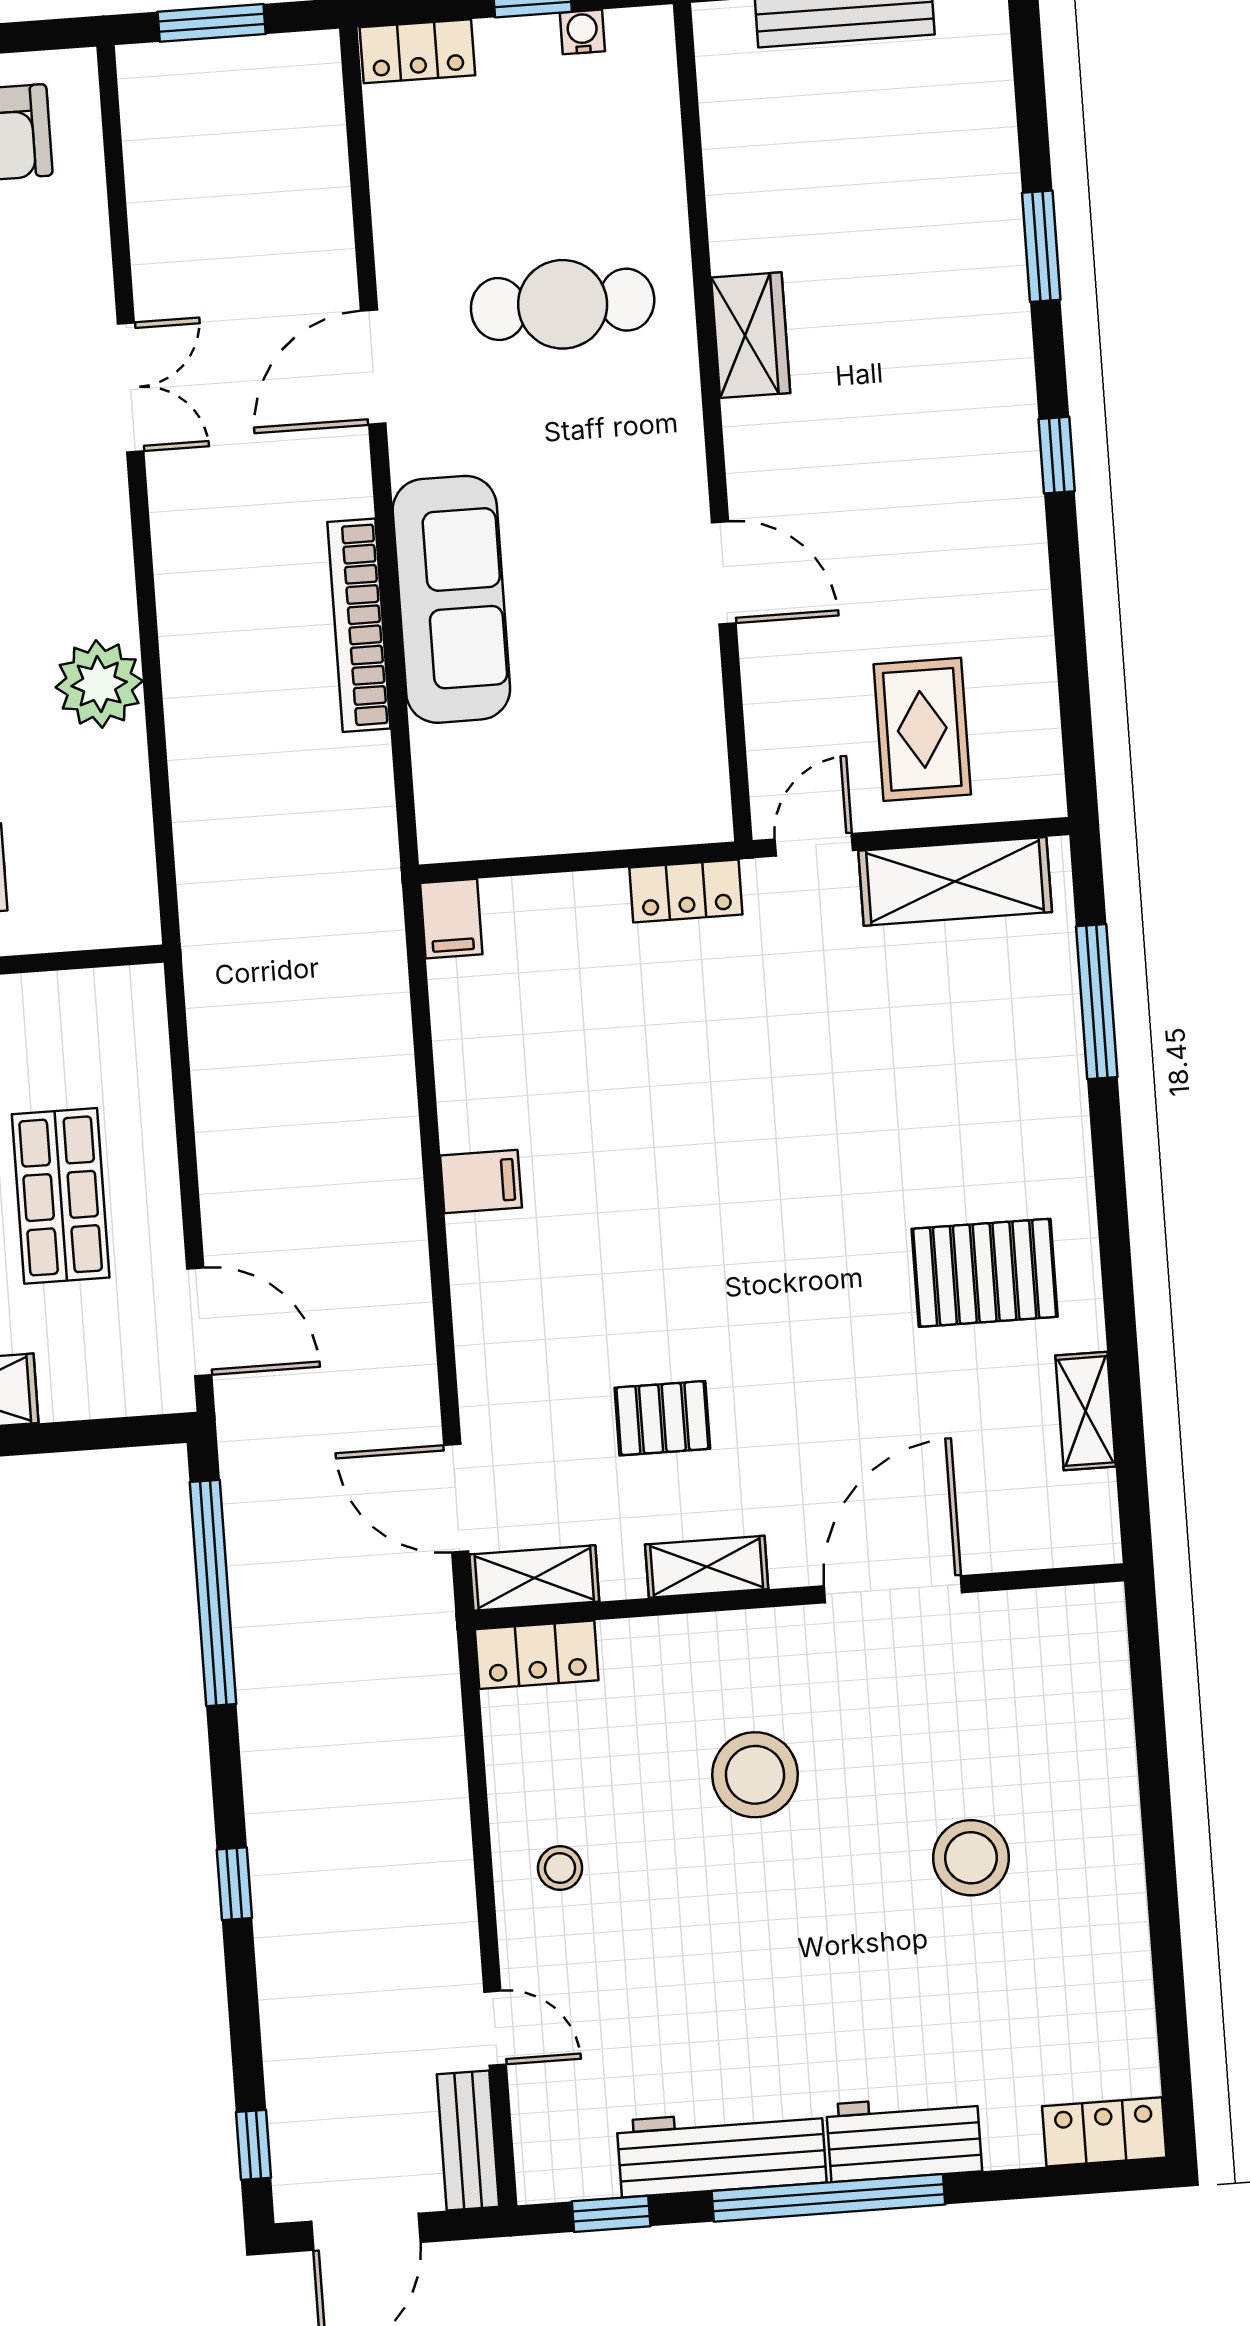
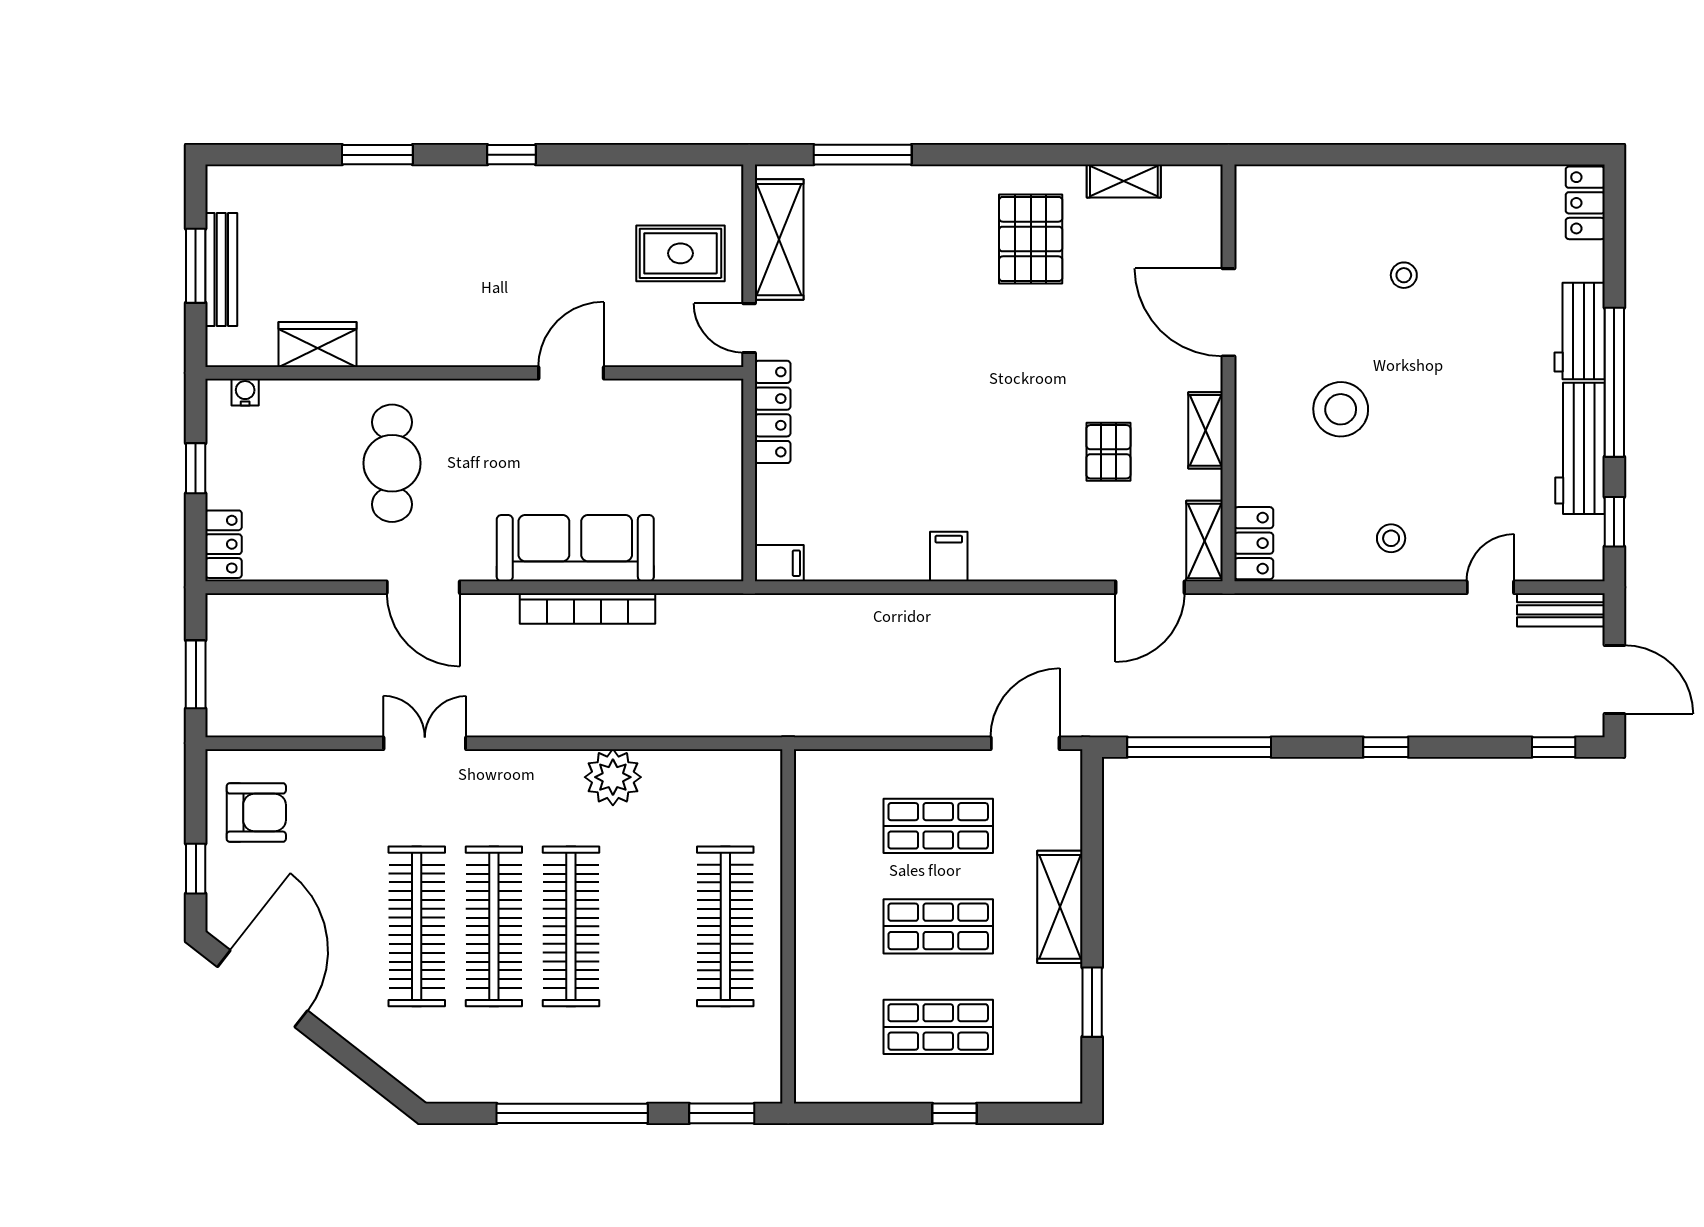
water cooler: (582, 32) -> (245, 392), moved, turned 90
wardrobe: (751, 335) -> (318, 345), moved
locker: (686, 891) -> (773, 412), width x1.53
stool: (971, 1858) -> (1404, 275), width x0.53, depth x0.53

